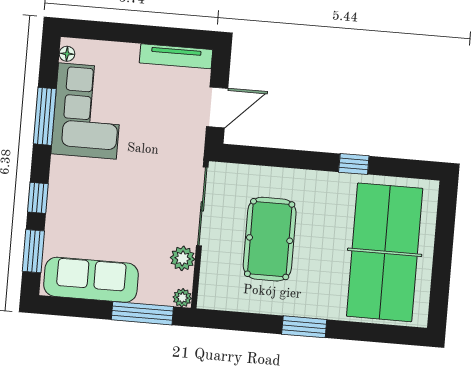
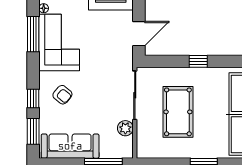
window: (45, 116) -> (33, 34), moved
window: (354, 164) -> (198, 61), moved
armchair: (86, 196) -> (62, 95), added
plant: (182, 298) -> (127, 152), removed

